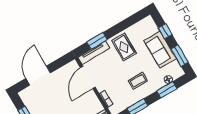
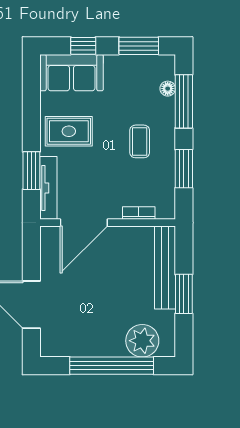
sofa: (160, 50) -> (71, 73), moved
door: (88, 77) -> (84, 223), hinge flipped
window: (167, 90) -> (184, 101), width x1.44

